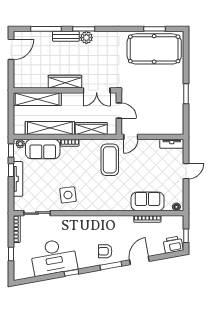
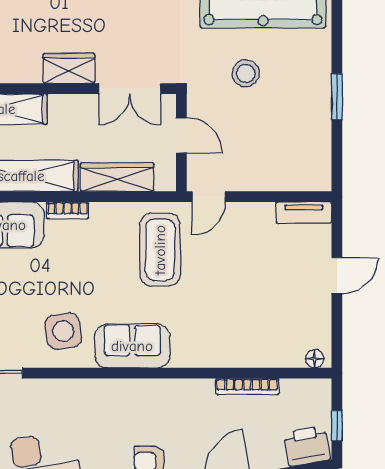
wardrobe: (65, 82) -> (69, 68), width x0.67
stool: (147, 84) -> (246, 73), added
sofa: (148, 201) -> (132, 346), moved

